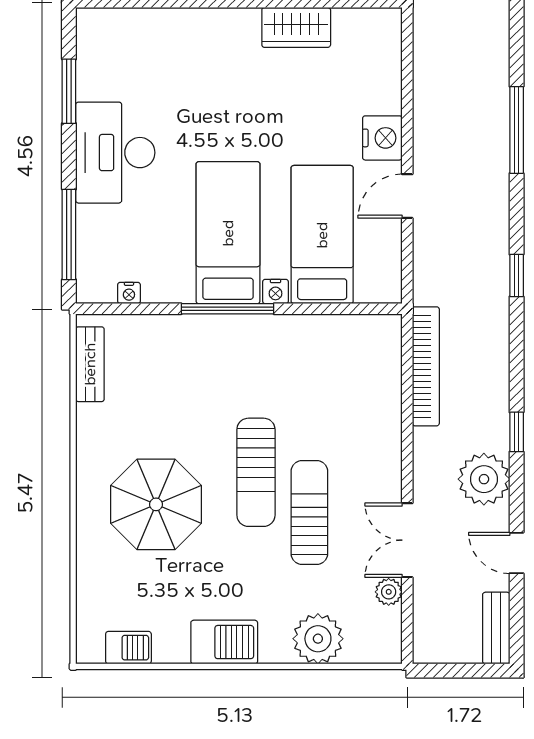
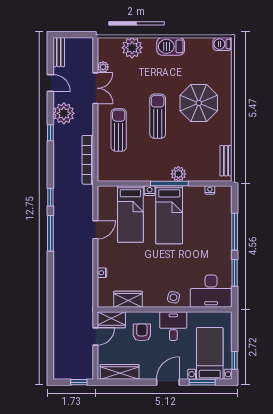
wardrobe: (296, 27) -> (128, 299), moved
side table: (217, 32) -> (173, 297), added
window: (517, 130) -> (50, 233), moved
nightstand: (382, 138) -> (102, 273), moved, width x0.53, depth x0.56
desk: (115, 153) -> (211, 291), moved, turned 90
window: (69, 234) -> (235, 232), moved
plant: (205, 332) -> (178, 174), added
sun lounger: (309, 512) -> (119, 130), moved, turned 180
barbecue: (128, 648) -> (222, 44), moved

